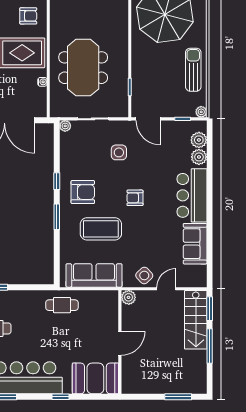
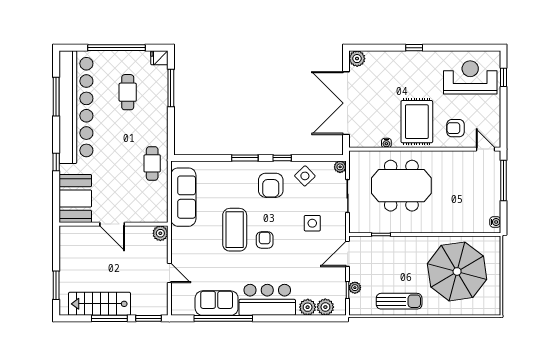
armchair: (28, 16) -> (456, 128), turned 90
plant: (201, 112) -> (355, 288), moved
coffee table: (101, 229) -> (235, 230), moved
window: (210, 237) -> (223, 318), added
side table: (144, 275) -> (305, 176), moved
stairs: (196, 320) -> (100, 304), moved

